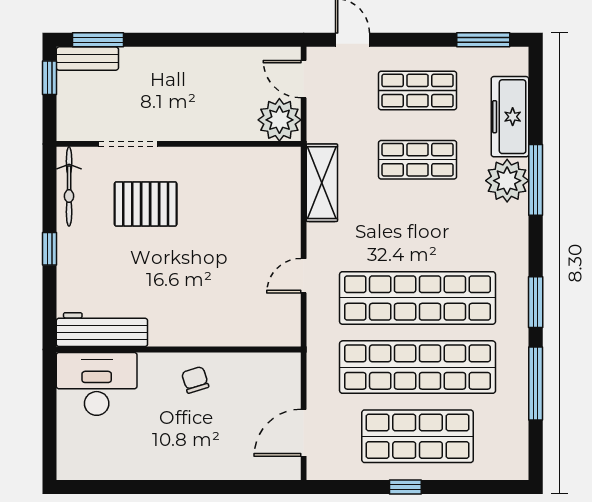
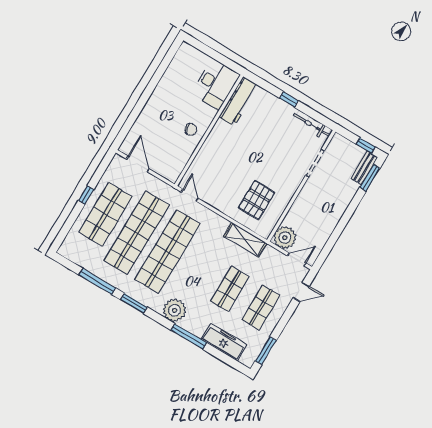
plant: (507, 181) -> (174, 310), moved
pallet: (146, 204) -> (257, 200), moved
door: (304, 276) -> (190, 195), moved

